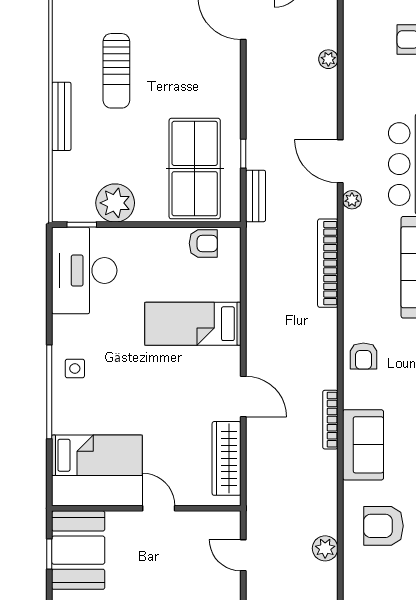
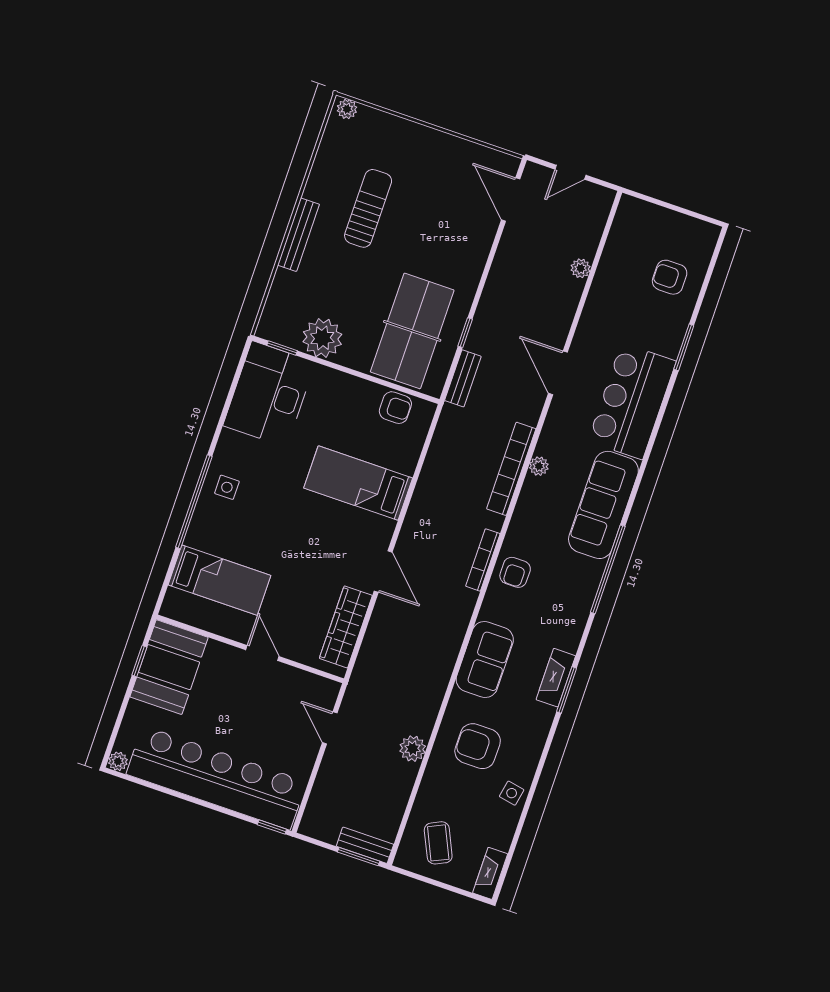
sun lounger: (116, 71) -> (368, 208), turned 180
plant: (352, 200) -> (539, 466), moved
bookcase: (330, 420) -> (483, 560), moved

